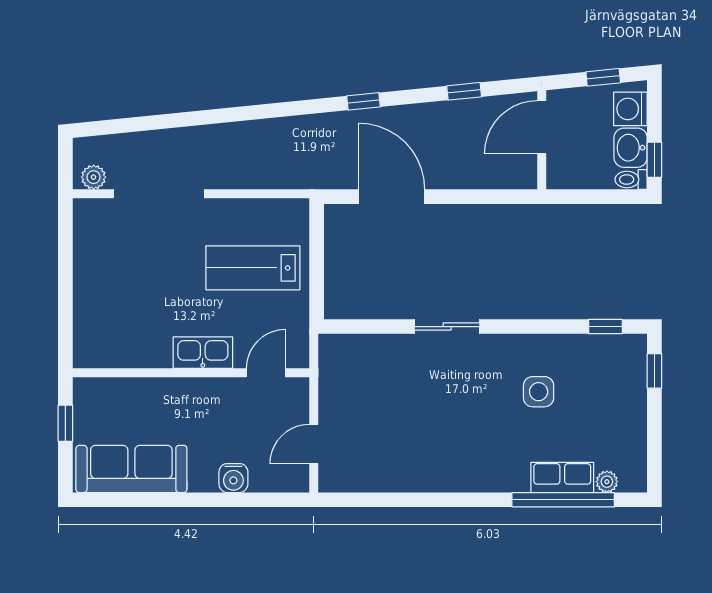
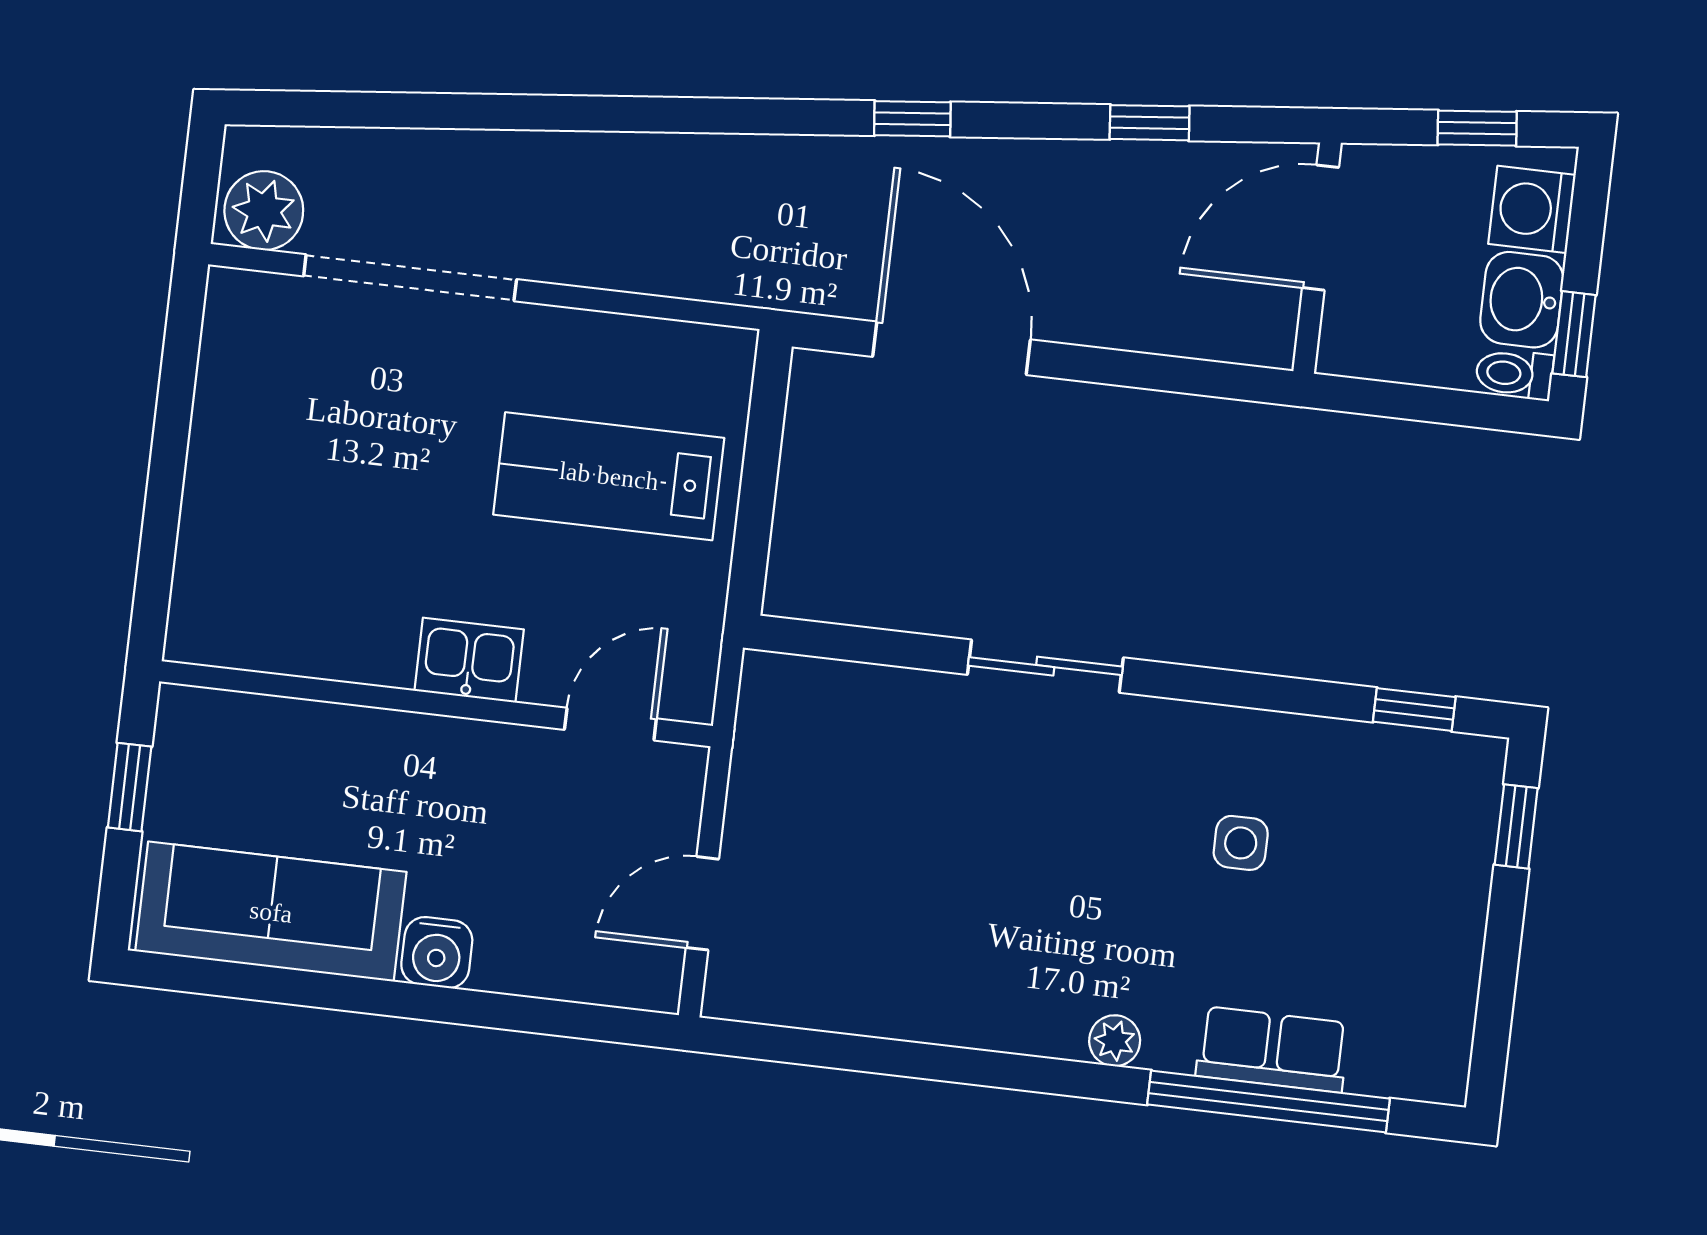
plant: (94, 177) -> (264, 211), width x1.38, depth x1.38
kitchen sink: (203, 353) -> (469, 660), width x0.73
side table: (539, 392) -> (1241, 843), width x0.73, depth x0.73
water cooler: (233, 478) -> (437, 953), moved
plant: (607, 482) -> (1115, 1041), moved

